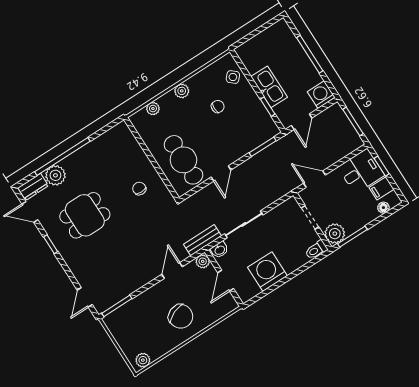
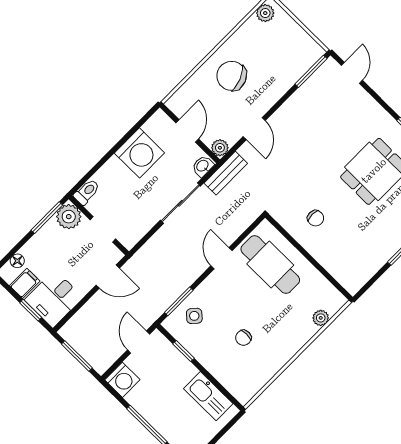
side table: (233, 77) -> (194, 316), moved
kitchen sink: (269, 87) -> (208, 396), moved
plant: (182, 91) -> (291, 347), removed

